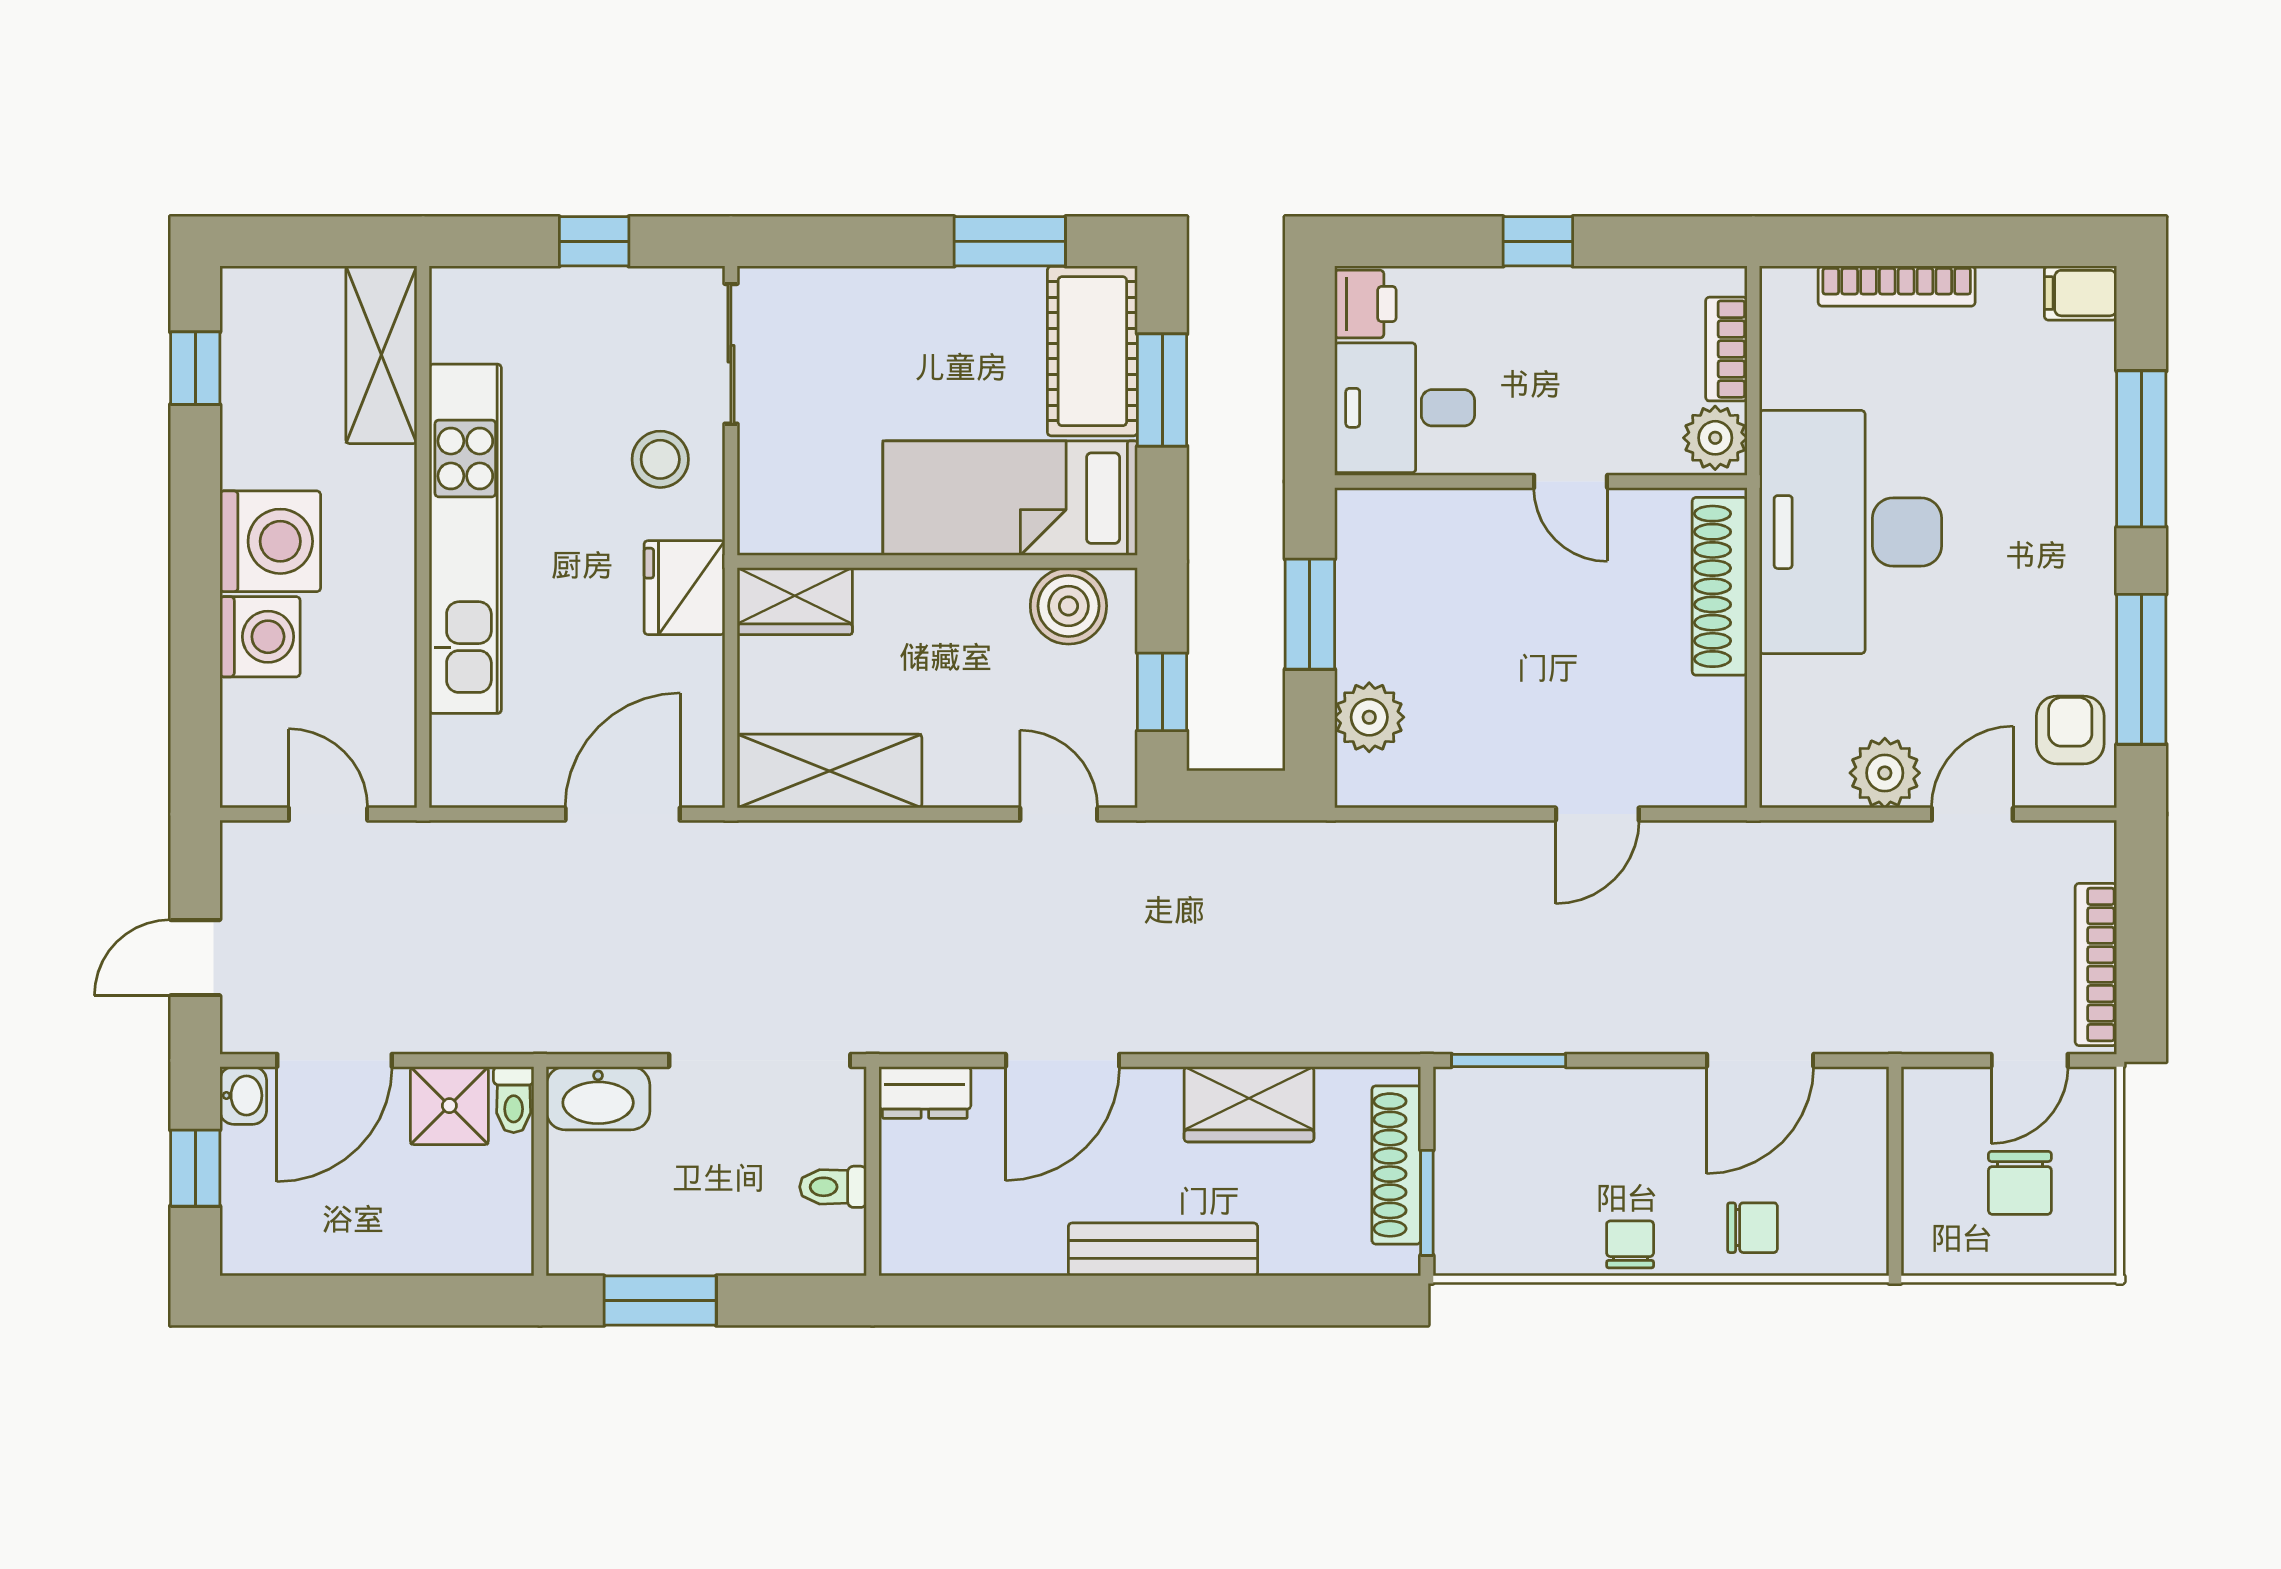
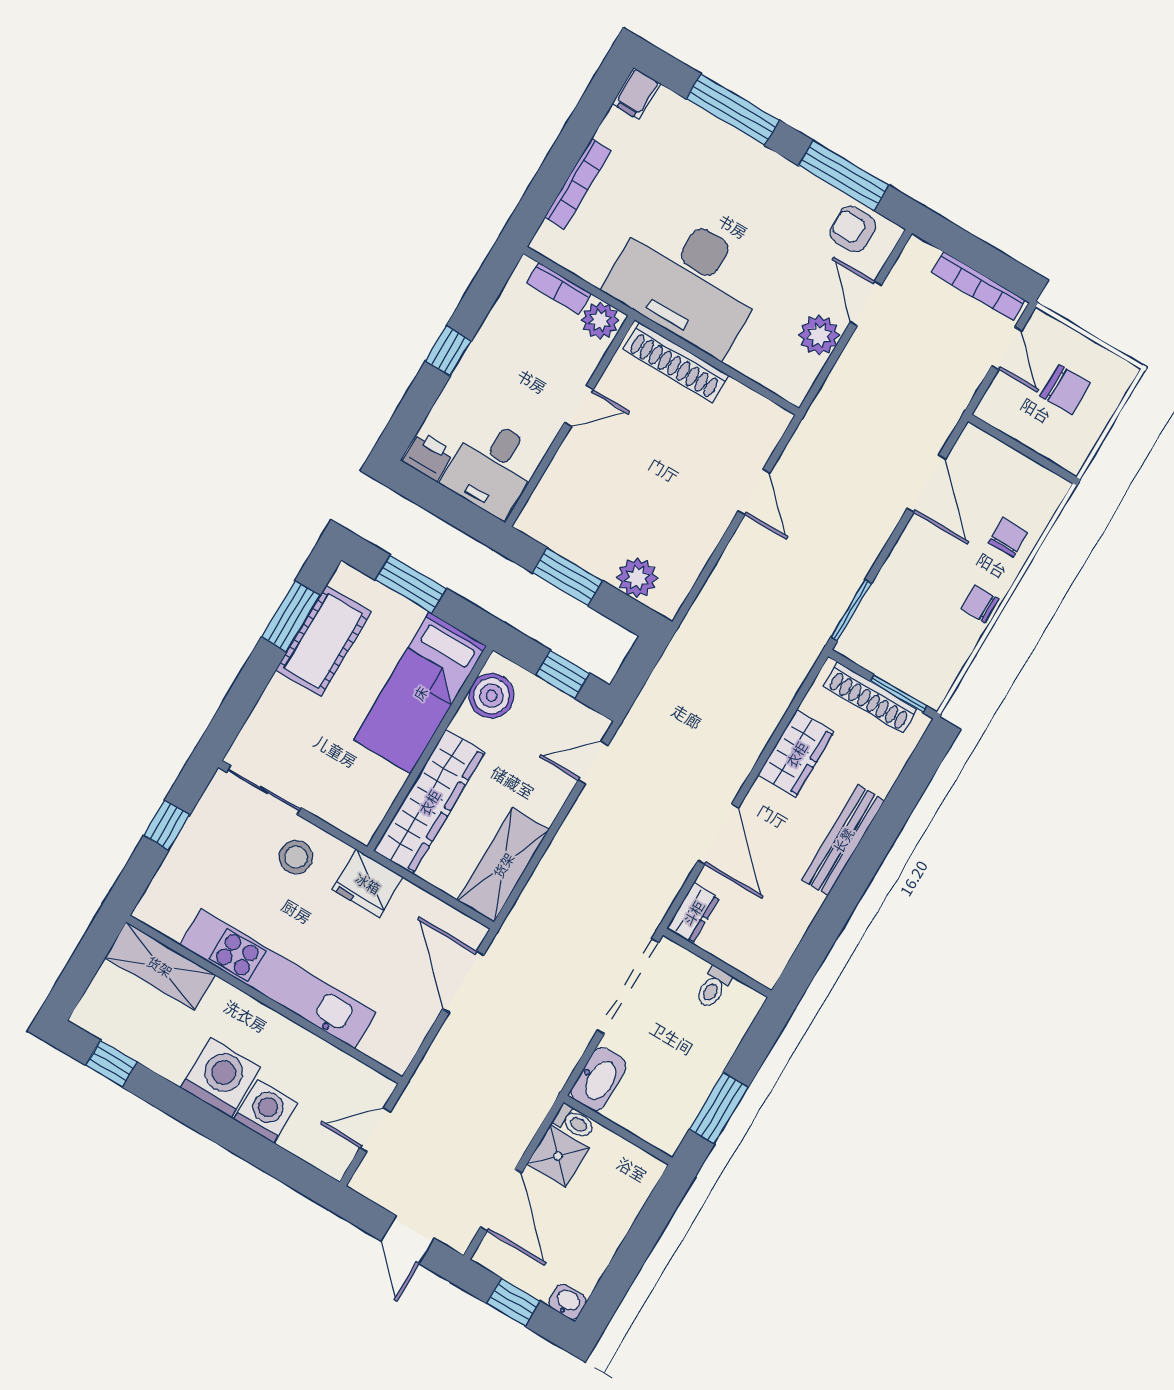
cot: (1092, 351) -> (323, 641), moved, turned 90
wardrobe: (795, 601) -> (429, 802), width x2.10, depth x1.17
washbasin: (243, 1095) -> (567, 1302), moved

